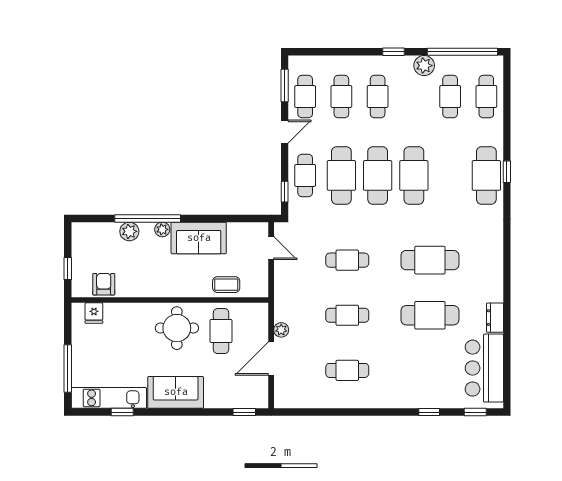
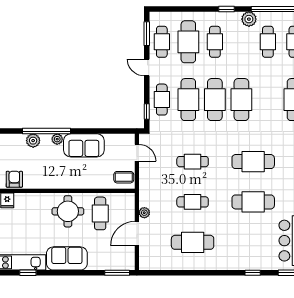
cafe table: (341, 97) -> (188, 42), width x1.37, depth x1.35
door: (285, 132) -> (147, 67), swing flipped
coffee table: (226, 285) -> (124, 177), moved
cafe table: (347, 370) -> (193, 242), width x1.37, depth x1.35
window: (244, 412) -> (117, 273), width x1.50

